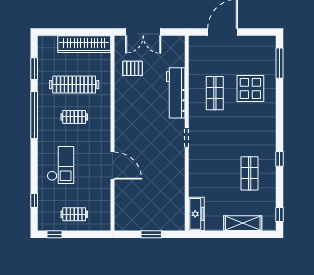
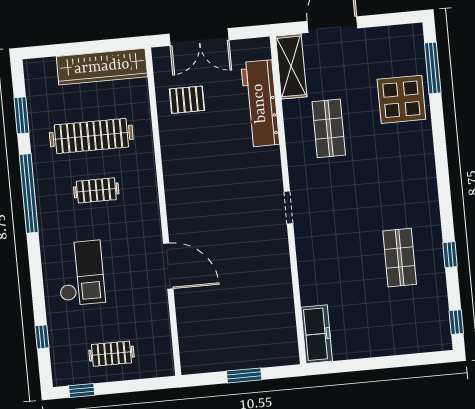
display table: (250, 88) -> (401, 99), moved
workbench: (176, 93) -> (260, 103), moved
window: (279, 159) -> (450, 255), moved
shelving: (243, 223) -> (291, 66), moved, turned 90

